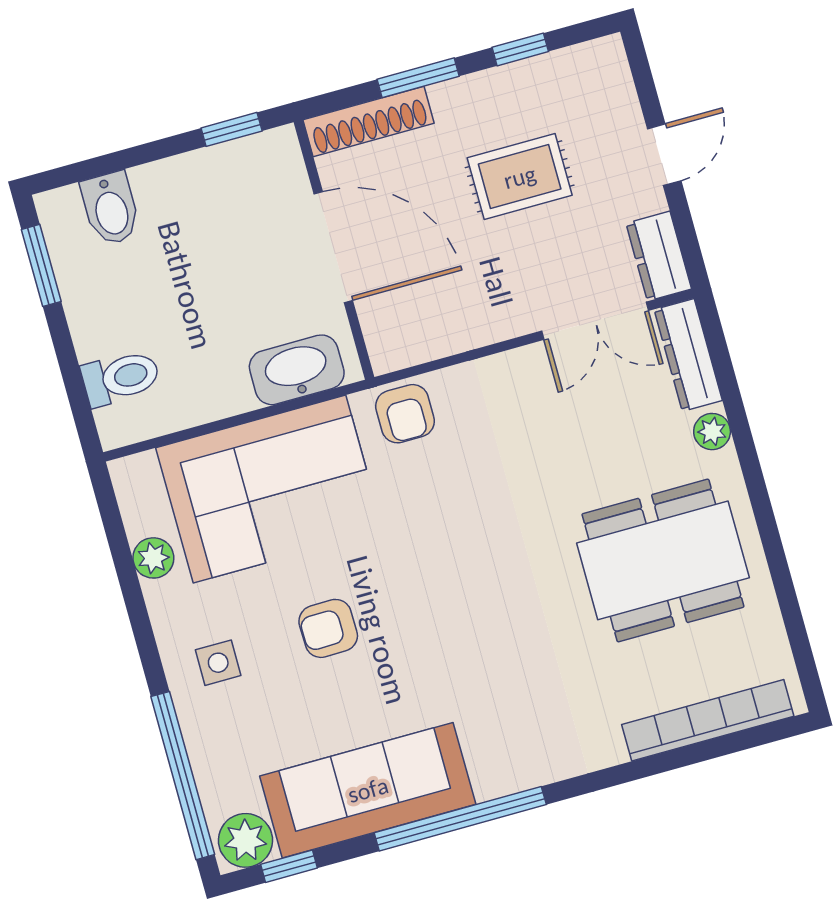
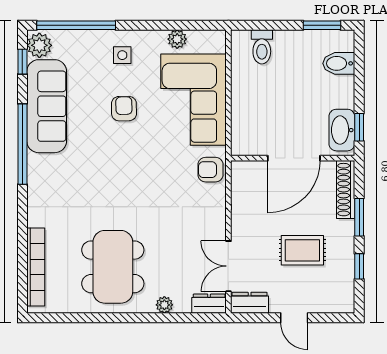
rug: (520, 177) -> (302, 250), turned 90
dresser: (688, 355) -> (209, 304), width x0.70
washbasin: (297, 370) -> (342, 130), moved, turned 180

